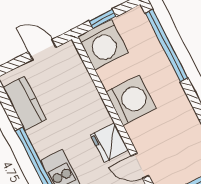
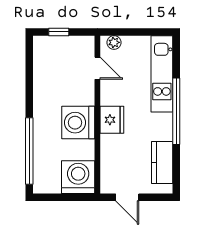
window: (103, 19) -> (68, 197), removed
fridge: (109, 143) -> (112, 120), moved

